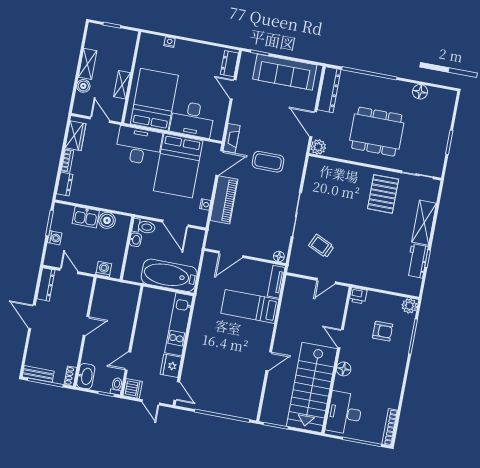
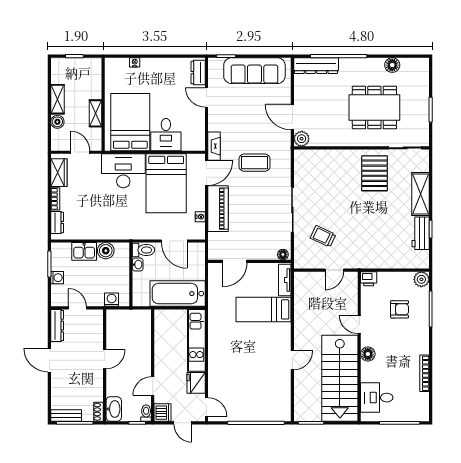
dresser: (329, 90) -> (316, 66), moved, turned 90
desk: (192, 119) -> (166, 135), width x0.73
dining table: (377, 132) -> (374, 108), moved
desk: (344, 413) -> (377, 398), width x0.73
bookcase: (390, 427) -> (424, 373), moved

